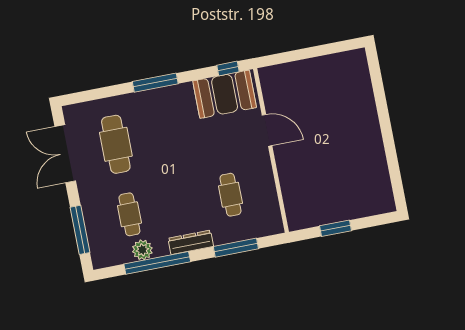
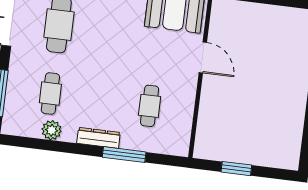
window: (236, 248) -> (124, 155), moved
window: (157, 263) -> (61, 147), removed

